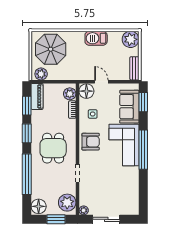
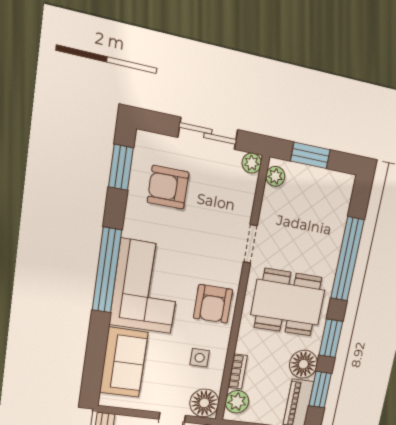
window: (143, 102) -> (121, 167), moved
armchair: (91, 142) -> (213, 304), turned -90
dining table: (53, 148) -> (288, 302), width x1.38
armchair: (121, 192) -> (168, 187), added
plant: (67, 203) -> (275, 176), width x0.53, depth x0.53
floor lamp: (39, 206) -> (303, 364), moved

